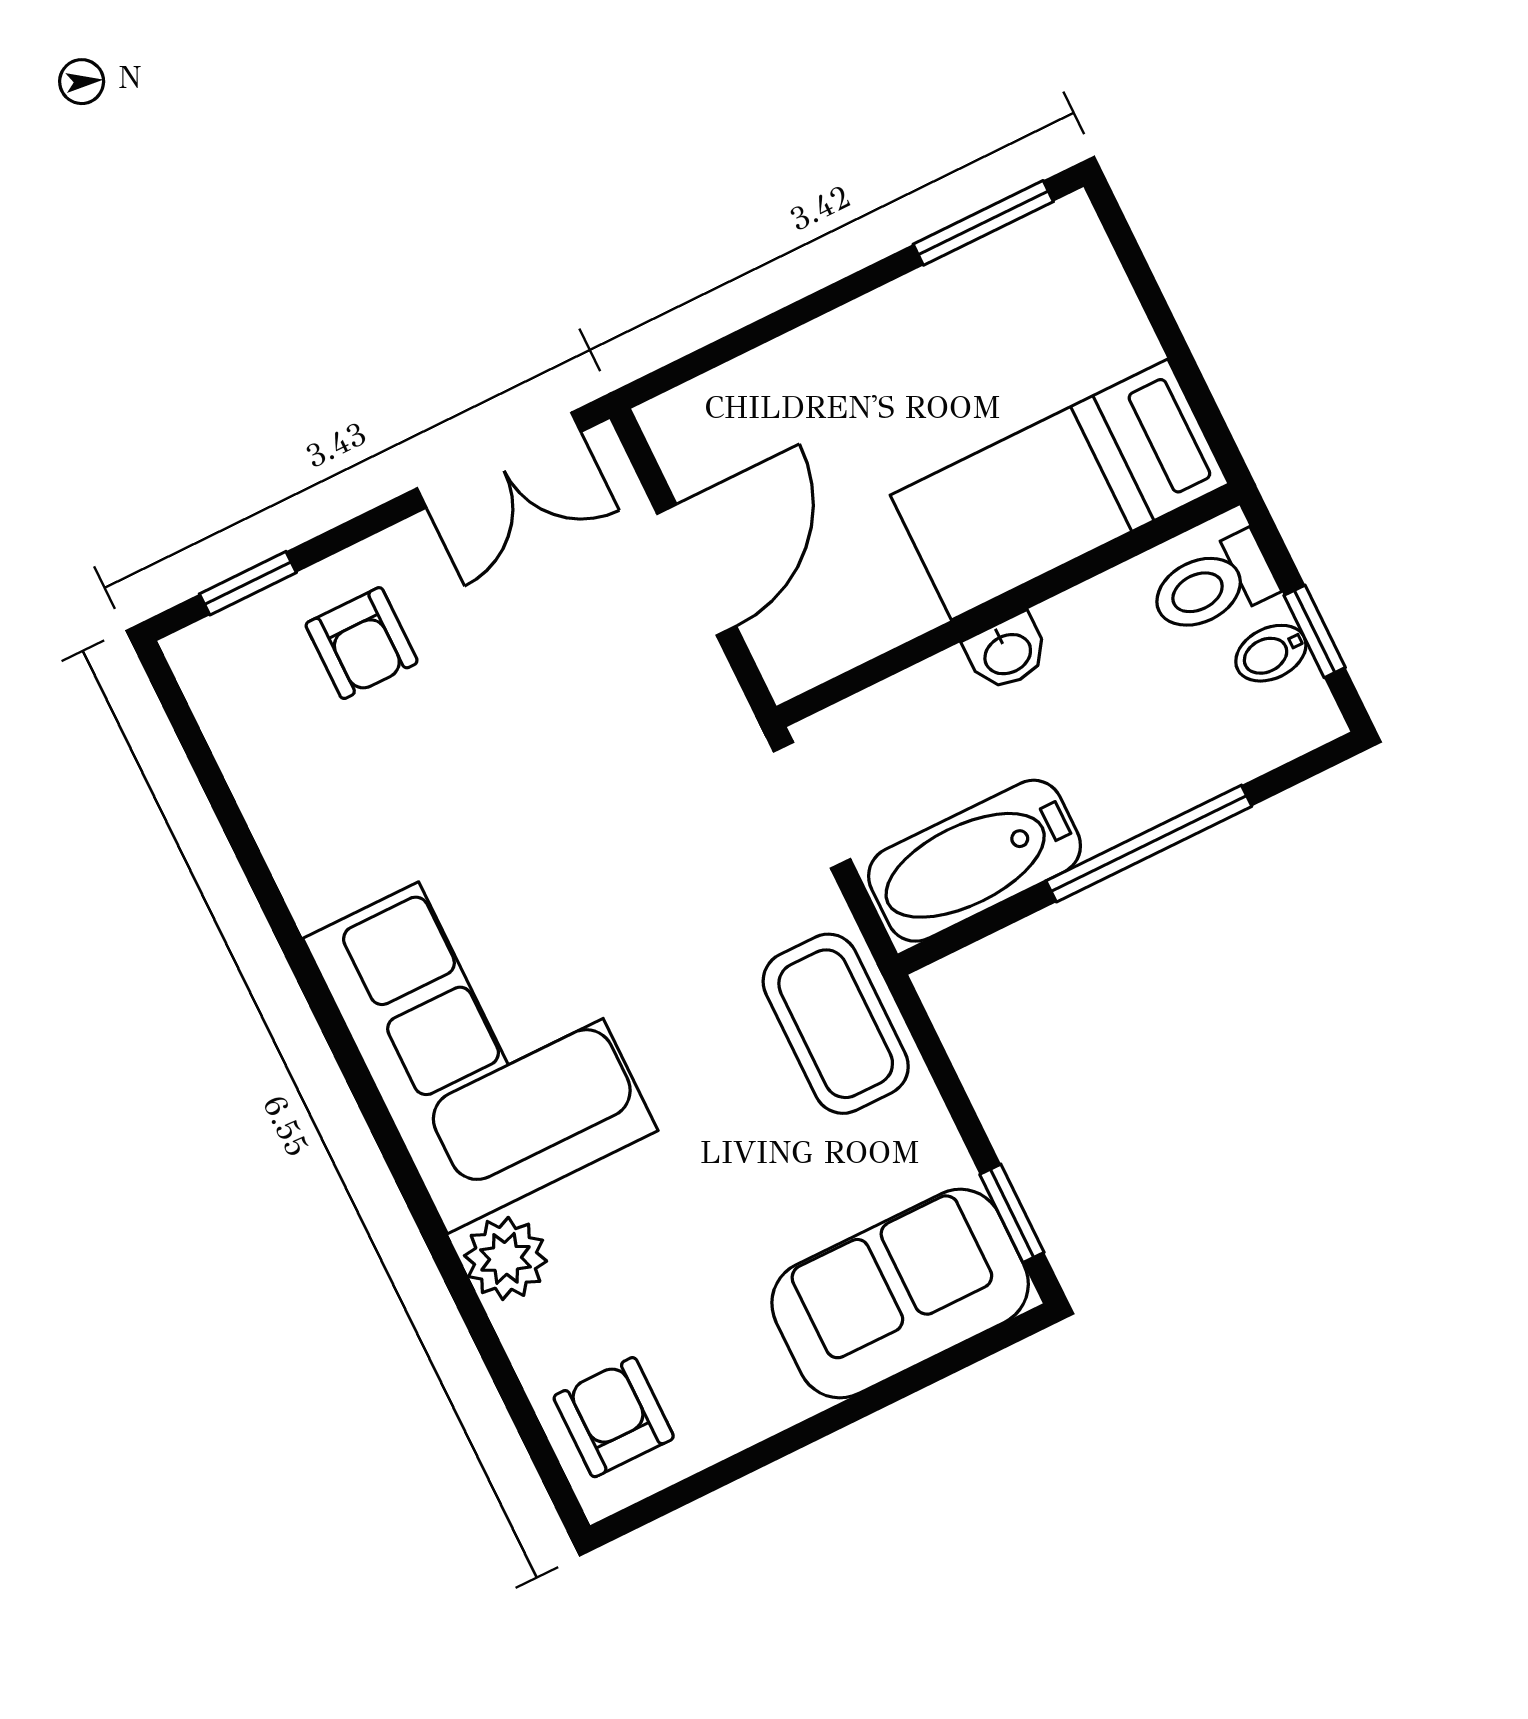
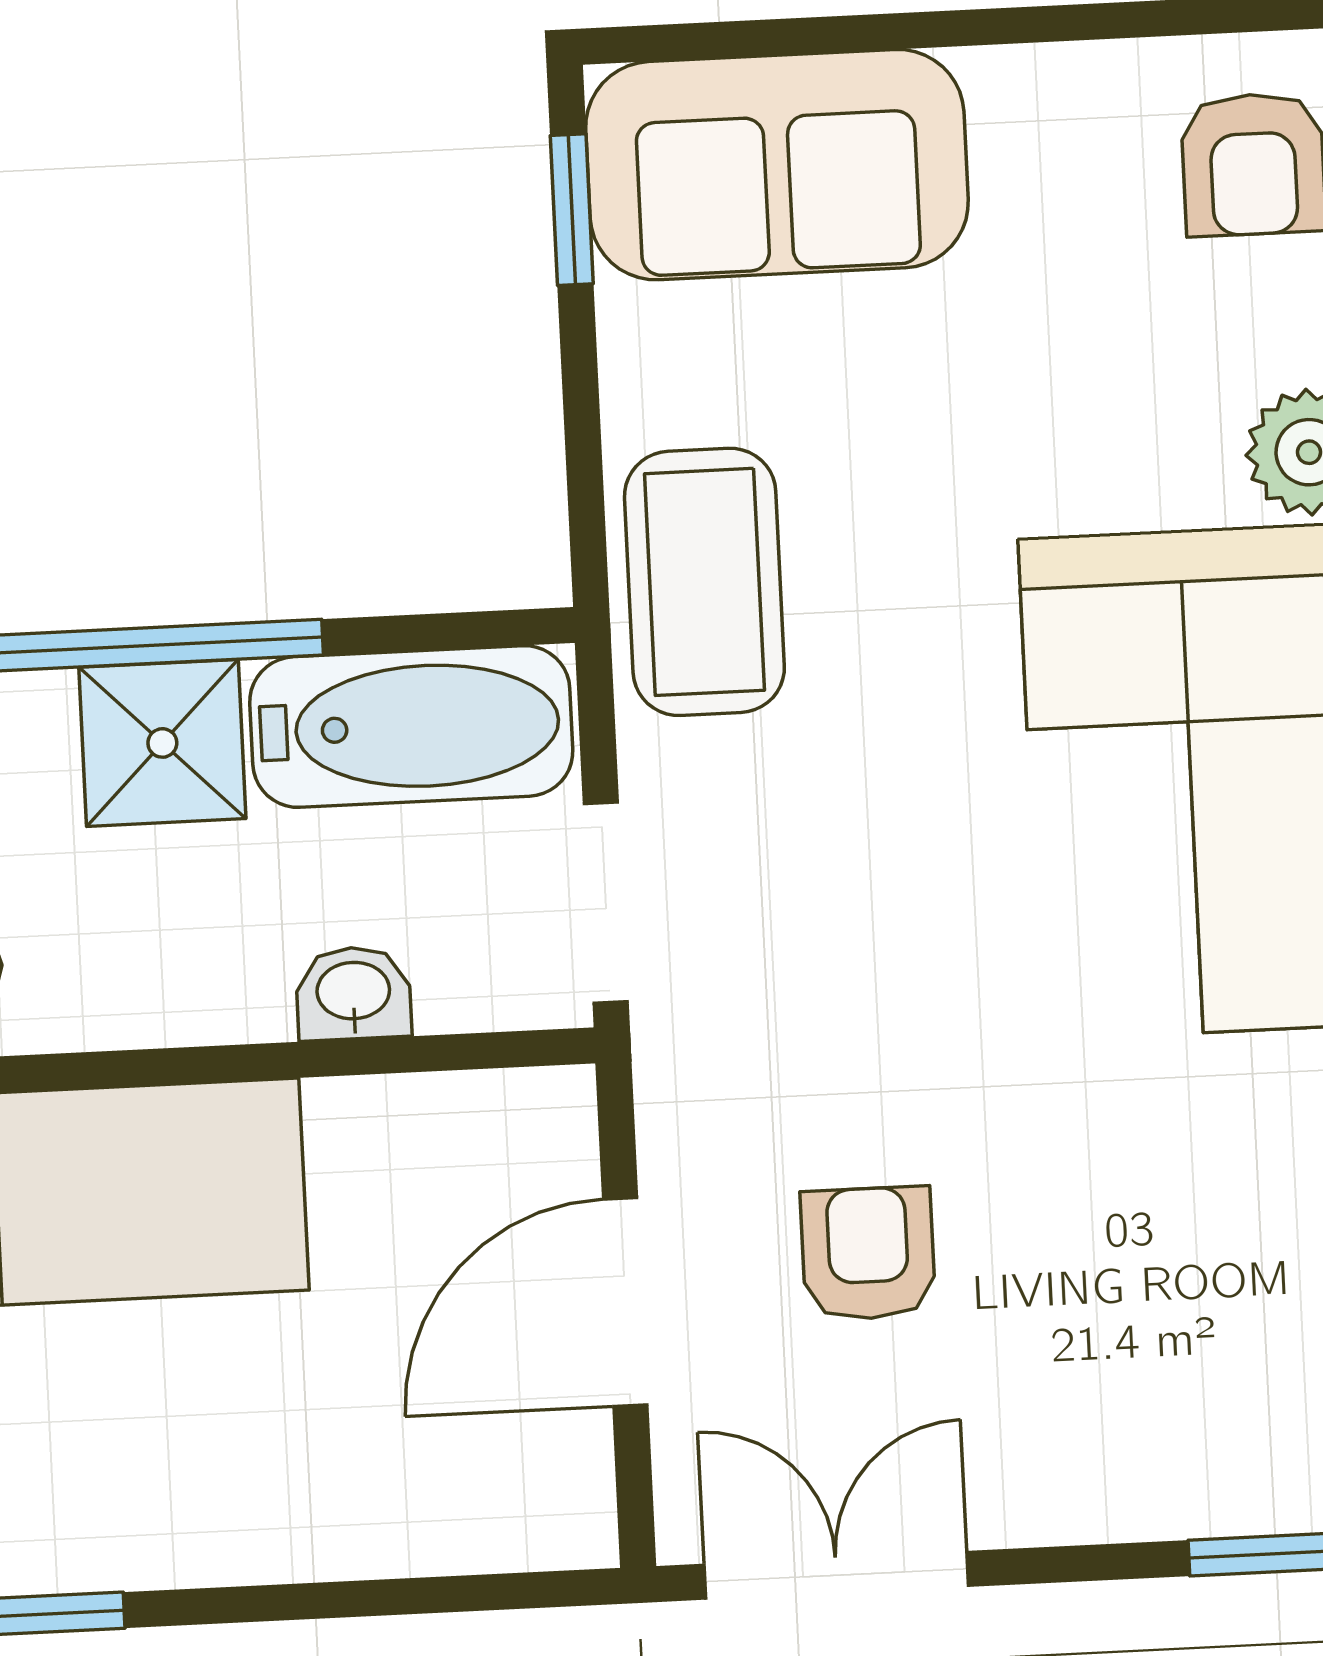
armchair: (362, 643) -> (868, 1253), moved
washbasin: (1007, 653) -> (353, 993), moved
shower: (1120, 786) -> (162, 743), added

